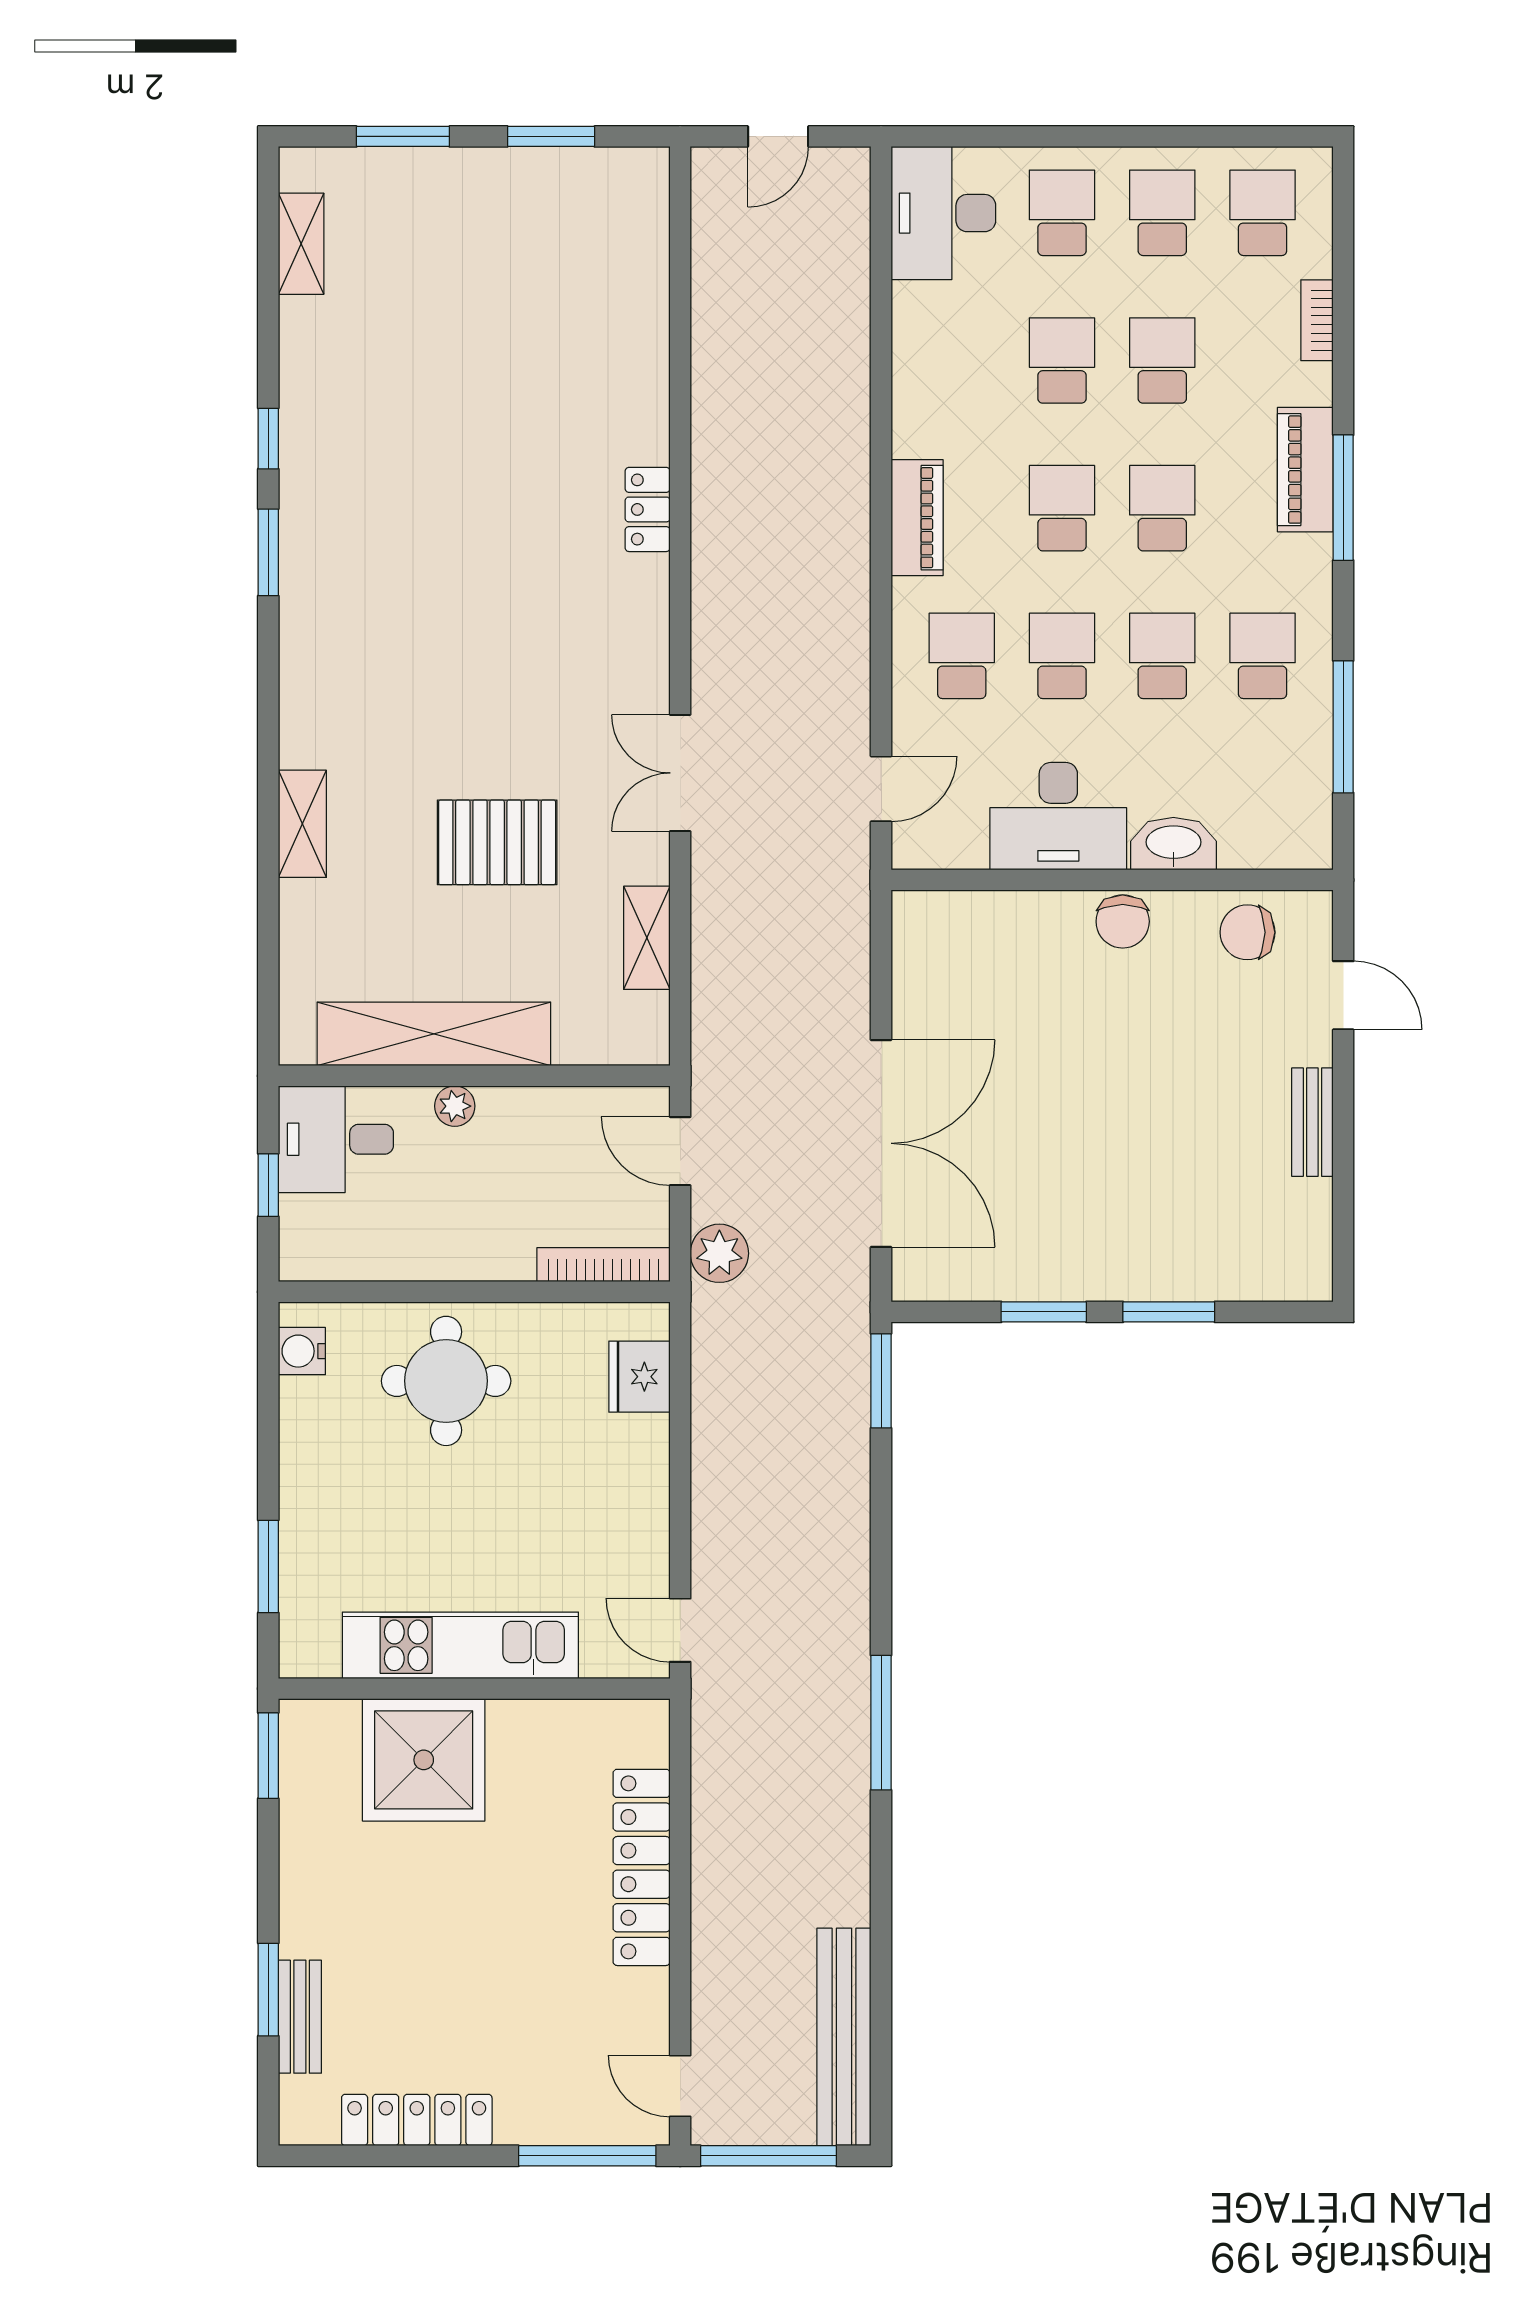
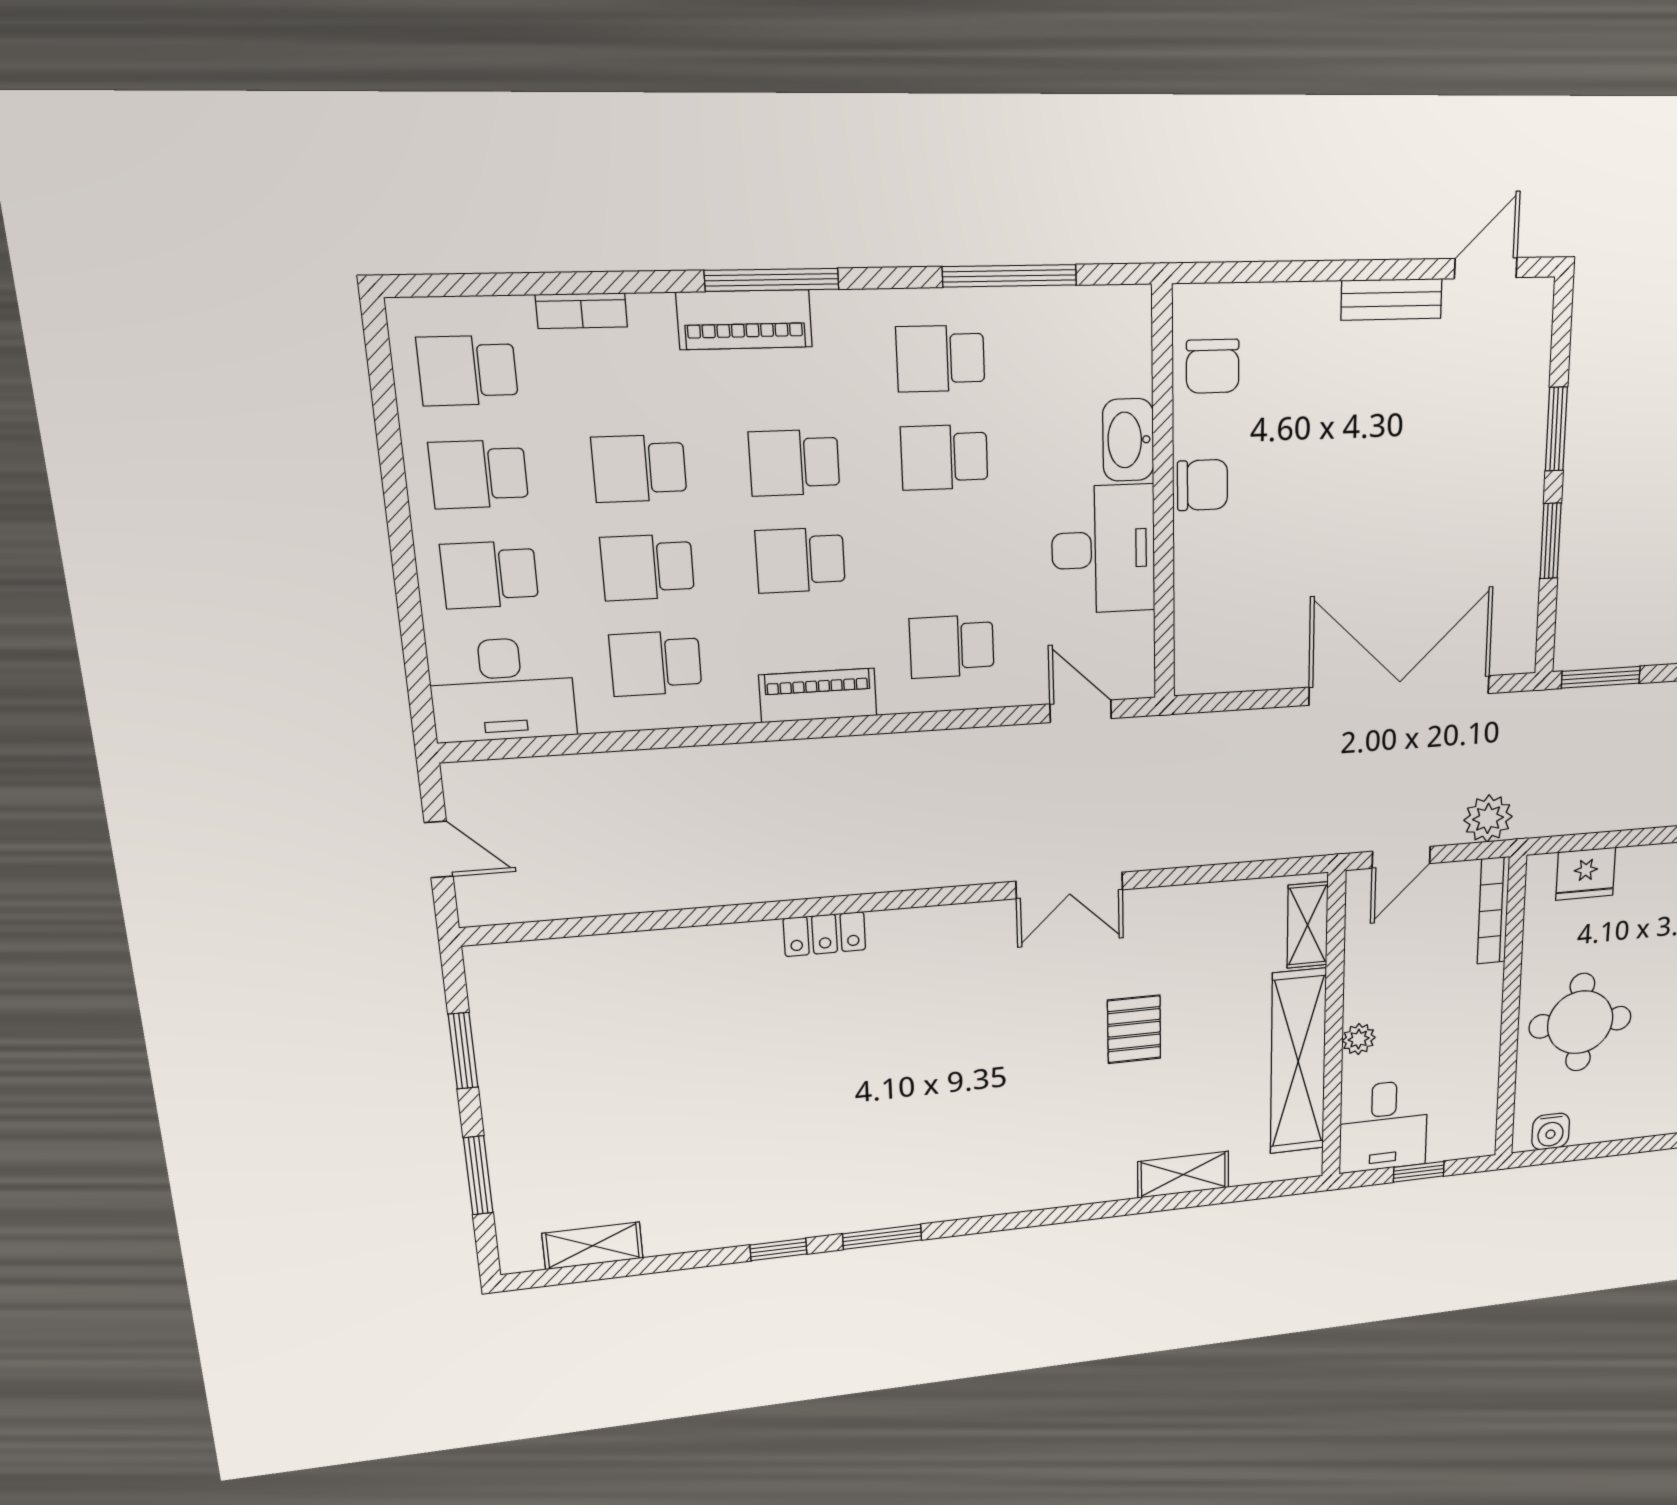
school desk: (1062, 656) -> (656, 663), moved
shelving: (302, 824) -> (1183, 1175), moved
pallet: (497, 842) -> (1134, 1029), width x0.67, depth x0.71
shelving: (647, 938) -> (1308, 925), moved, turned 90
door: (1343, 995) -> (1486, 268), moved

